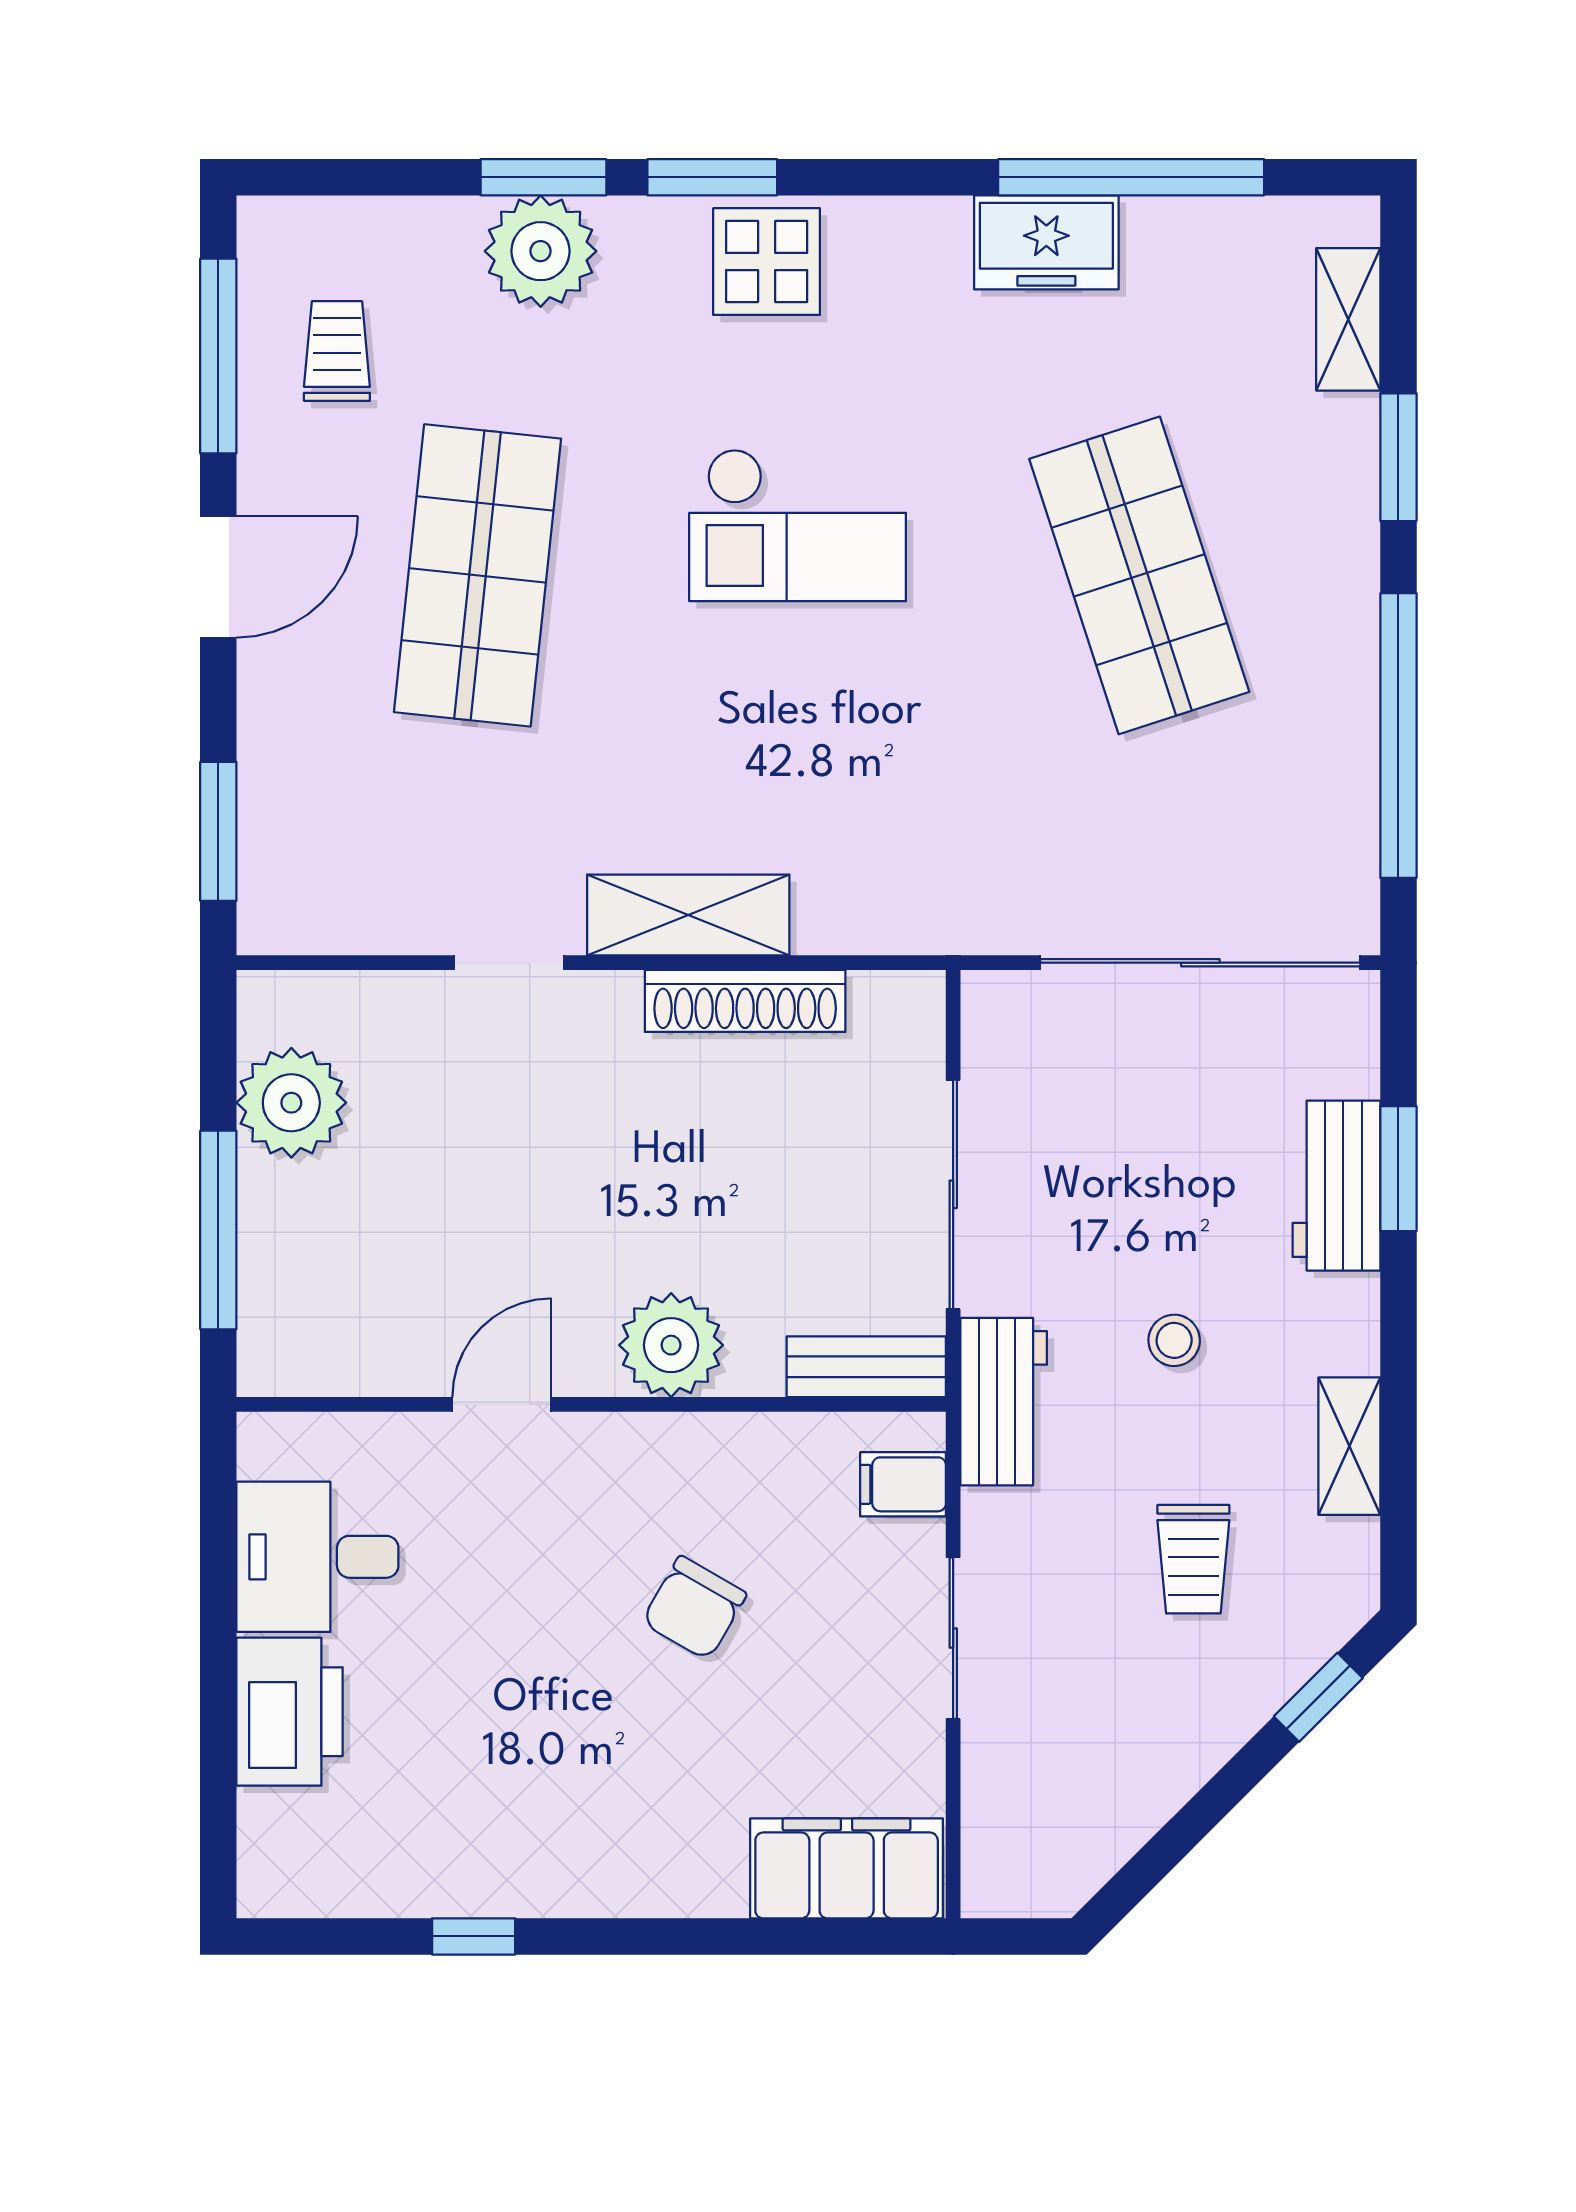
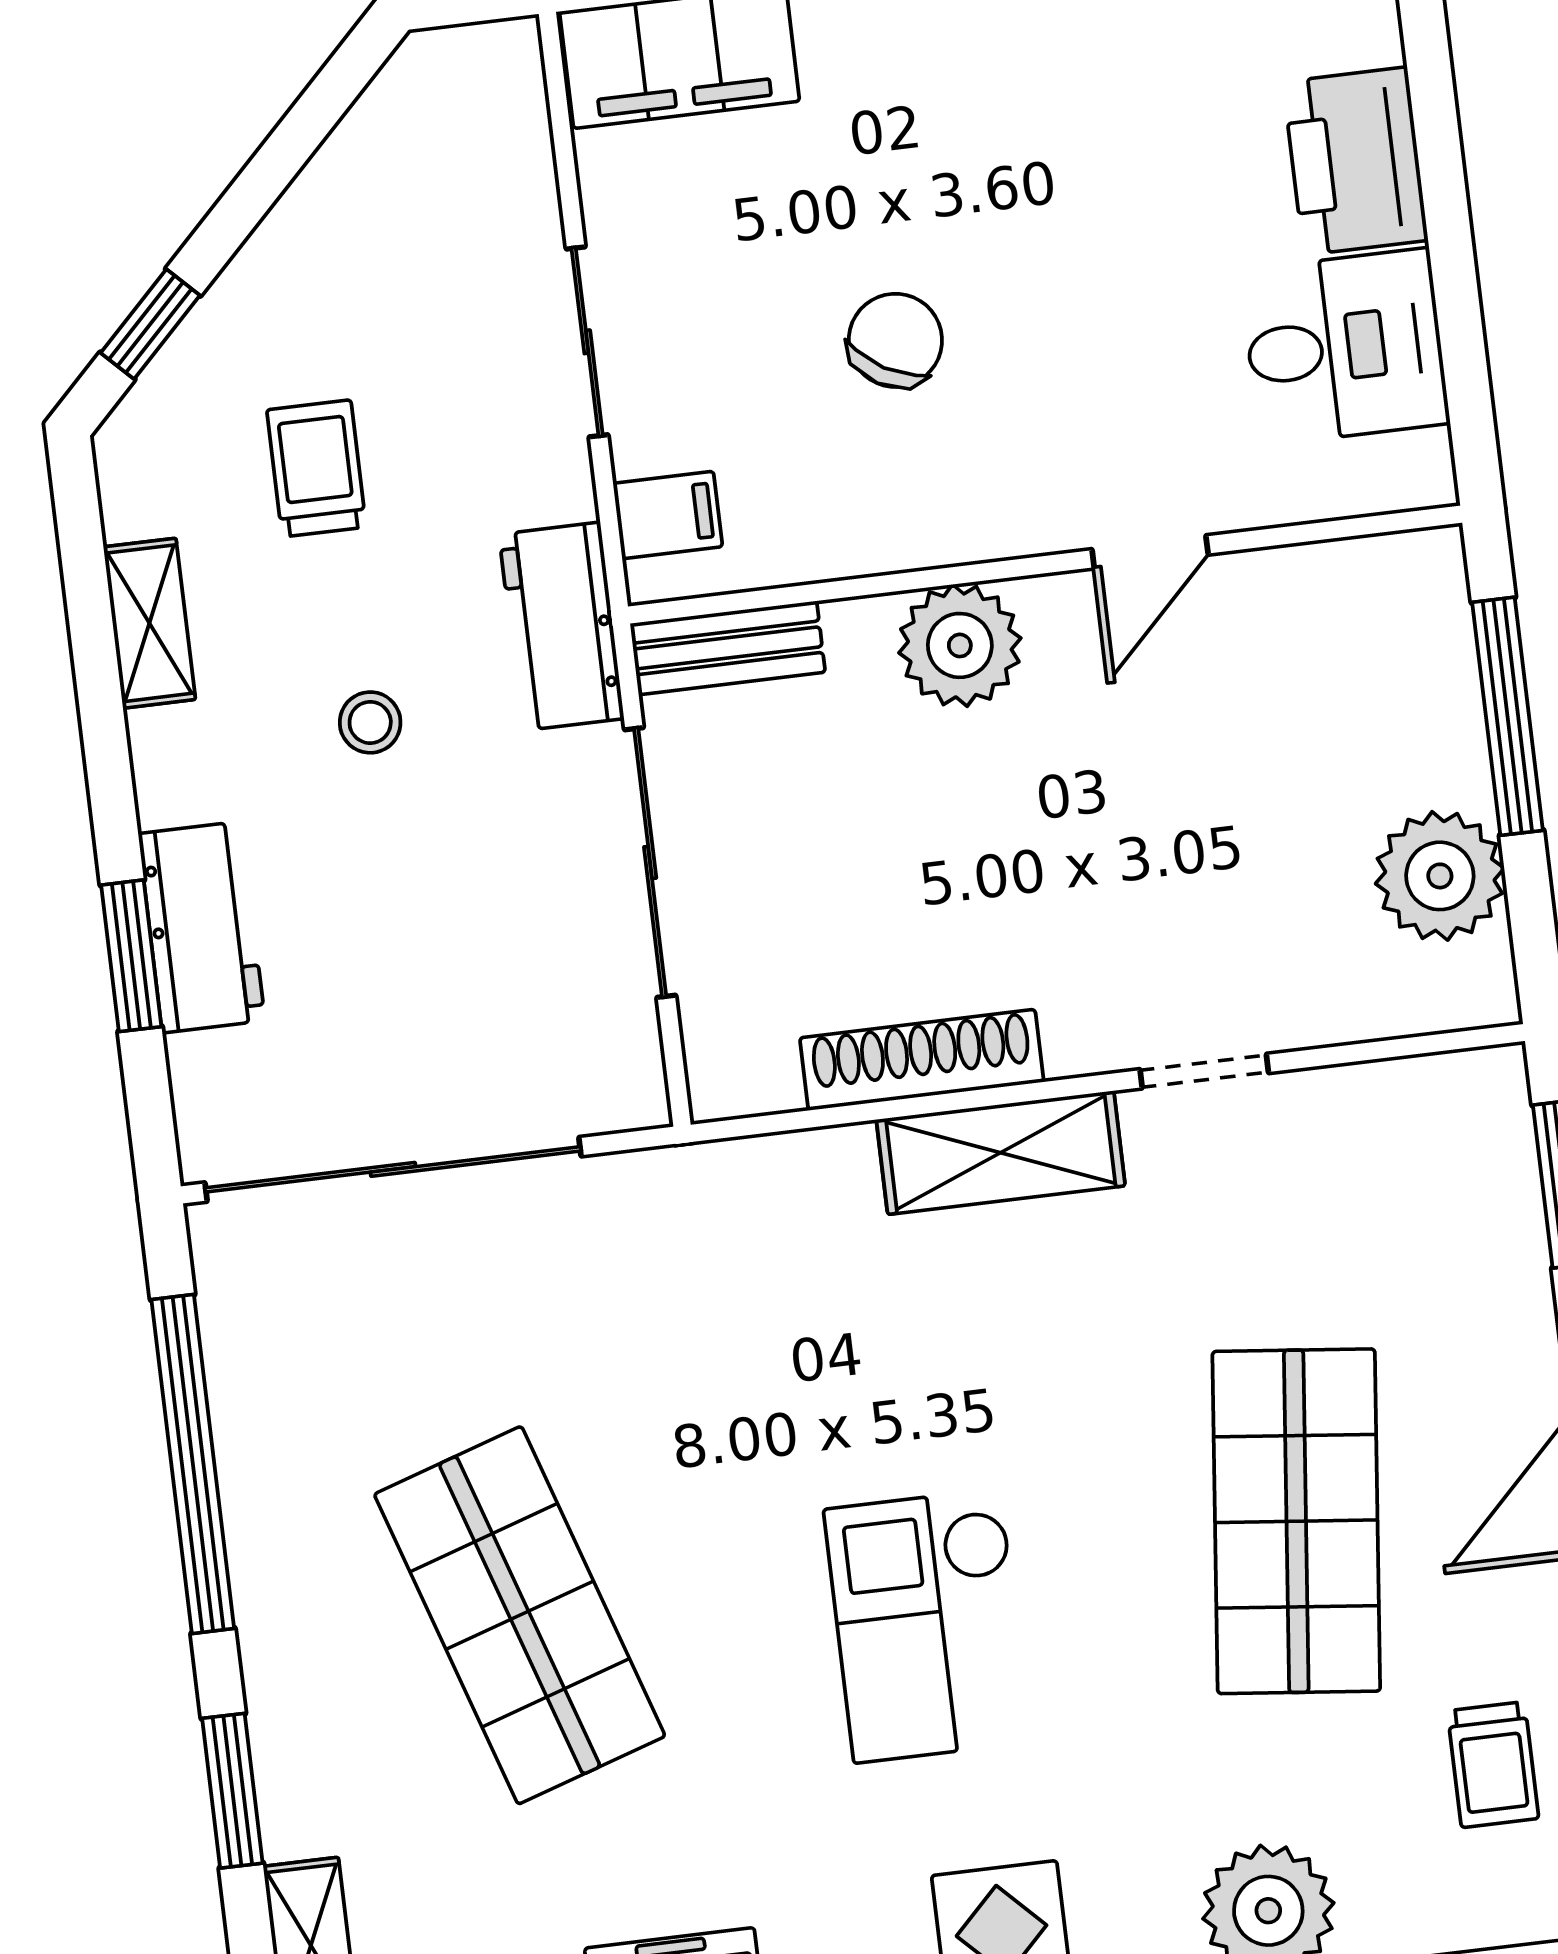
checkout: (798, 525) -> (928, 1626), turned -90

